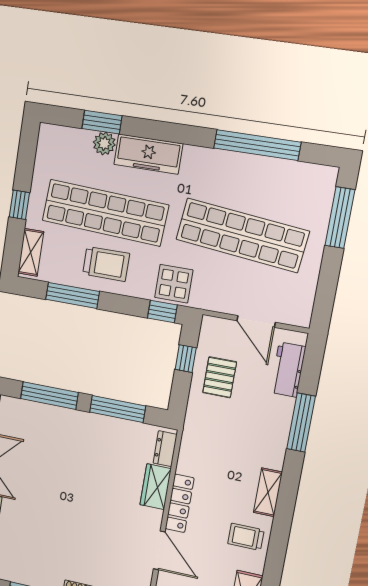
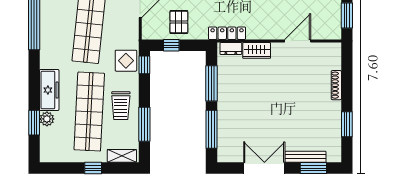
trolley: (106, 264) -> (121, 106), turned 180
pallet: (220, 377) -> (179, 22), turned 90
locker: (180, 503) -> (227, 33), moved

